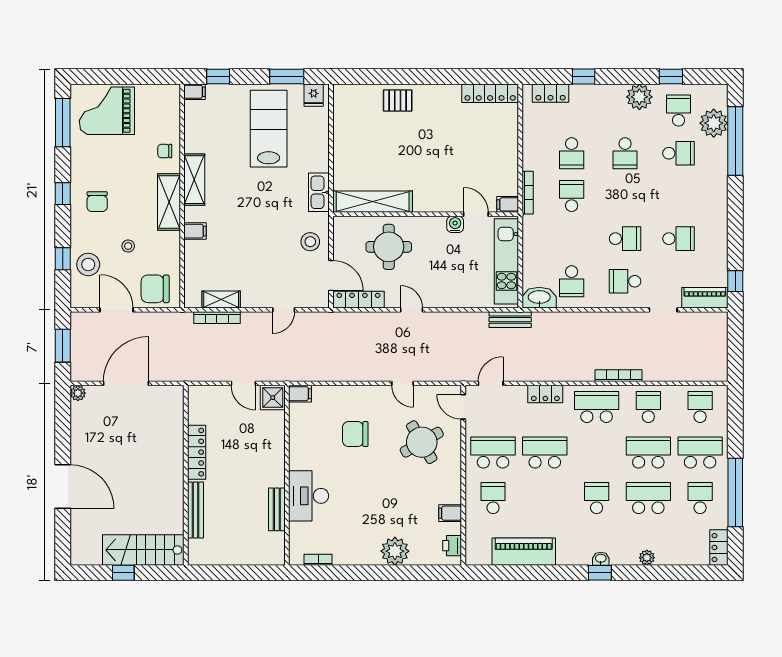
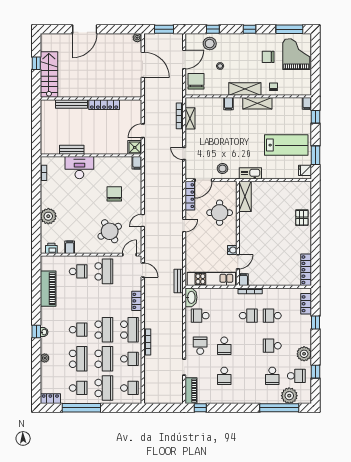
chair: (97, 202) -> (268, 57), moved
shelving: (373, 202) -> (245, 196), width x0.68
school desk: (545, 453) -> (104, 330), moved

